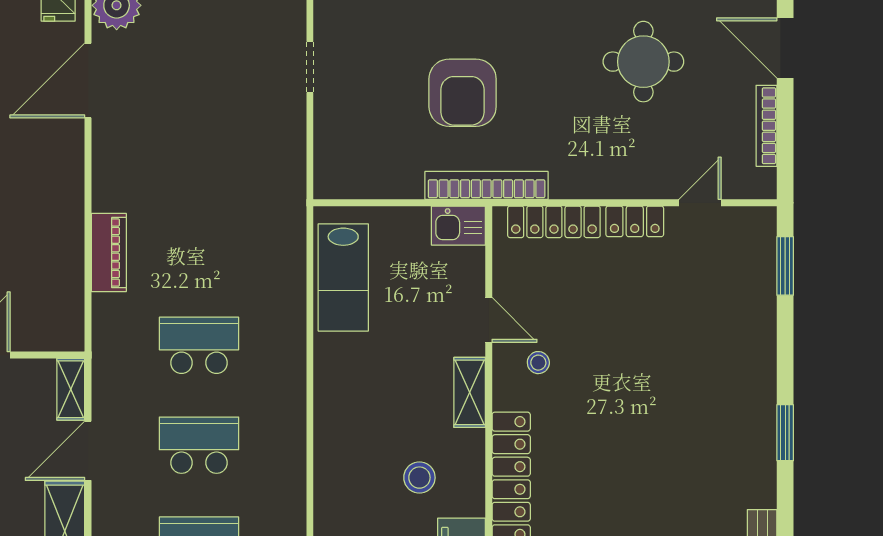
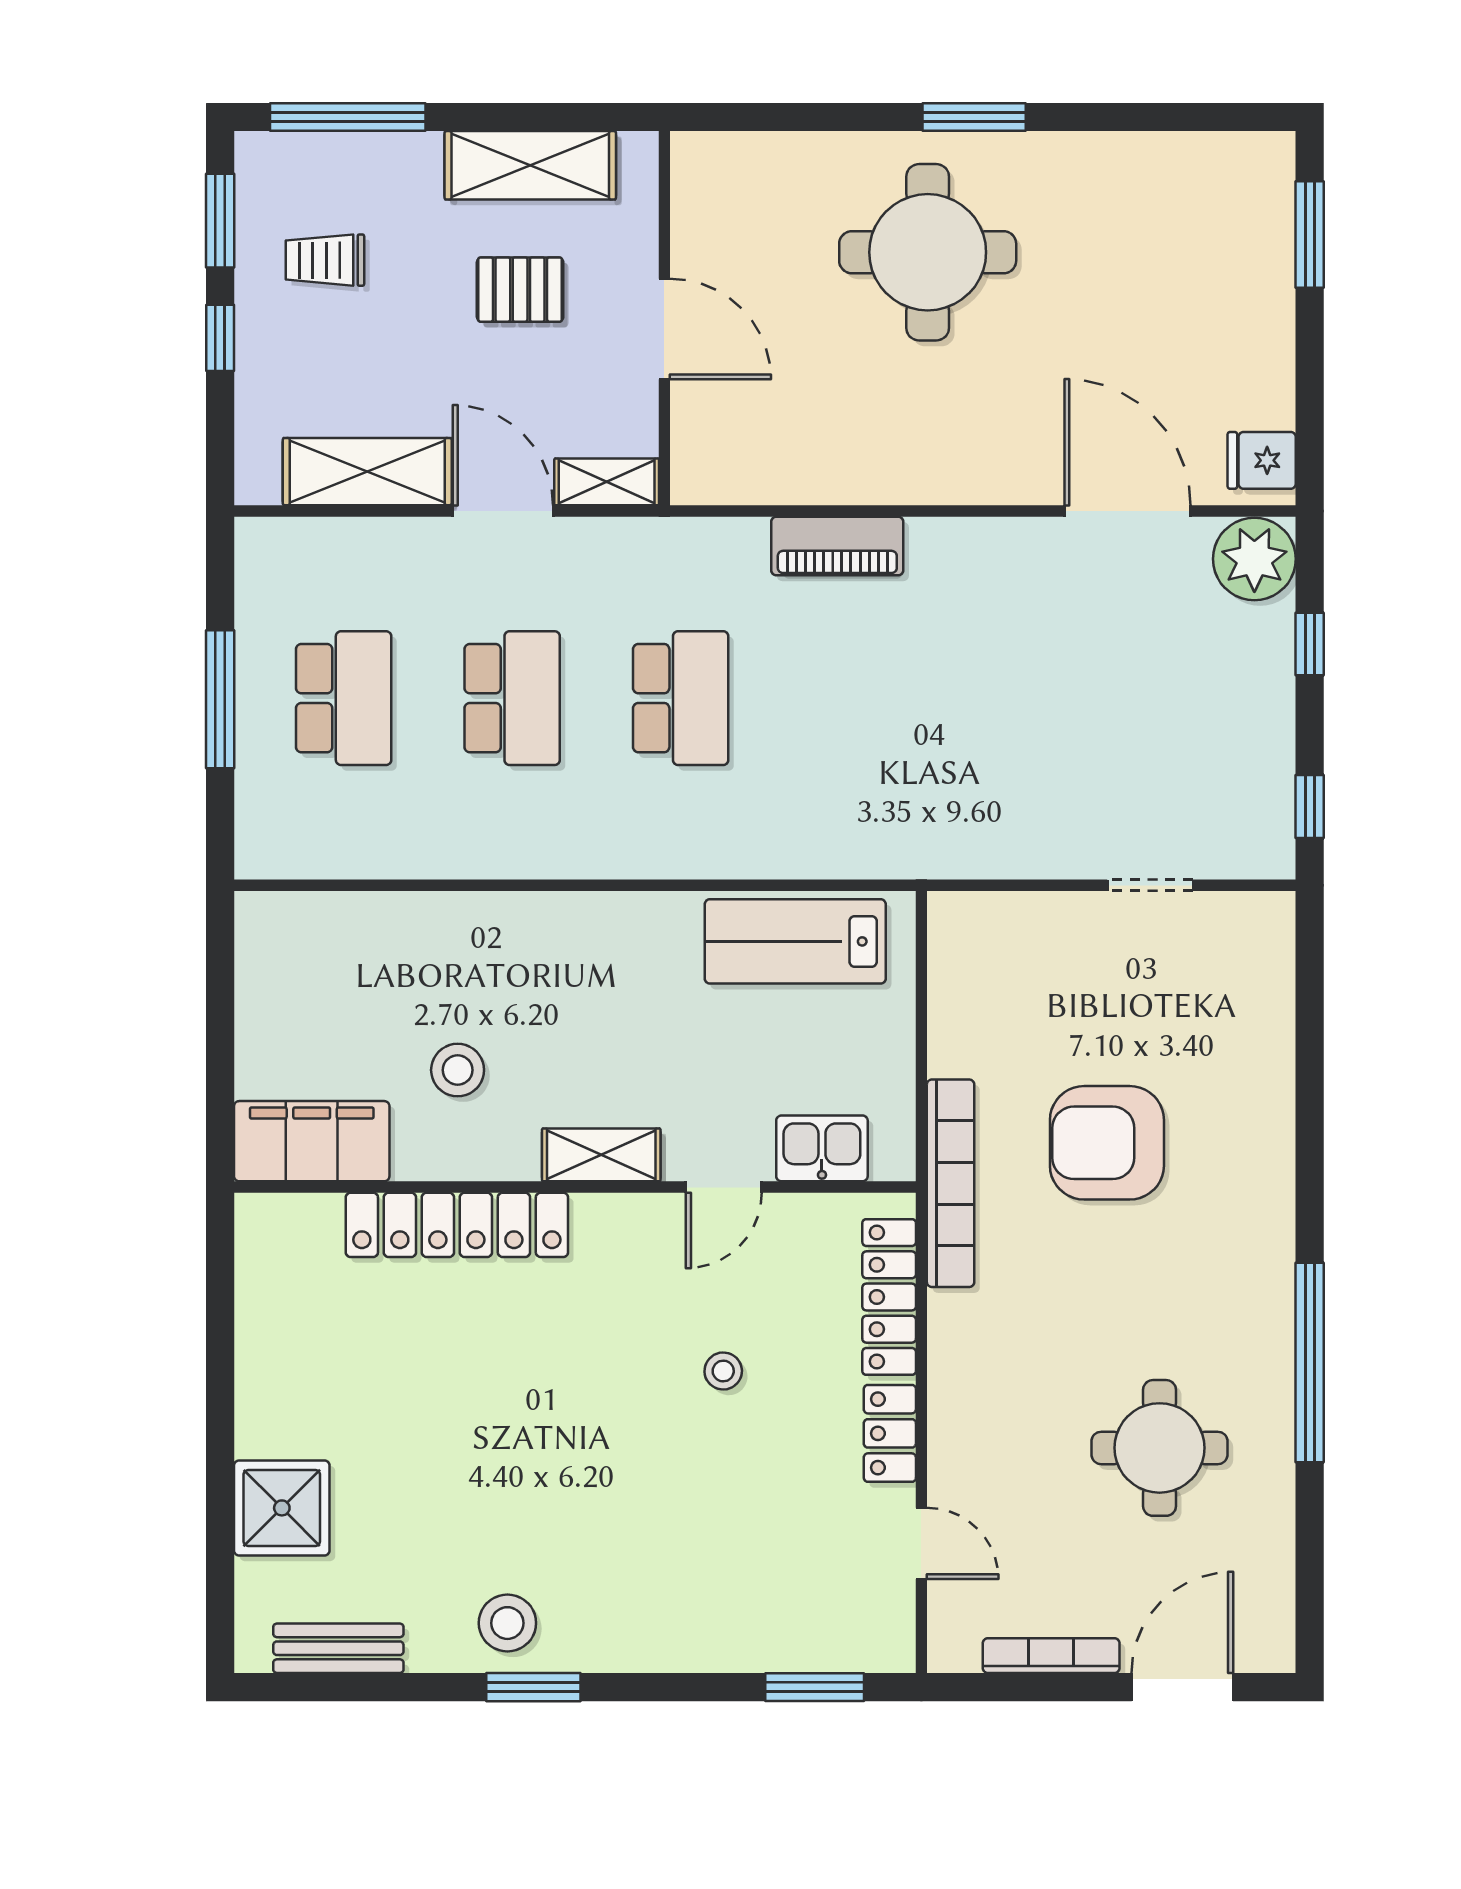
kitchen sink: (458, 226) -> (822, 1148), moved, turned 90
stool: (538, 363) -> (723, 1371), moved
stool: (747, 448) -> (507, 1623), added

